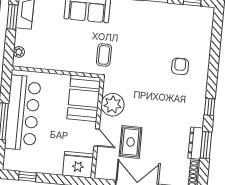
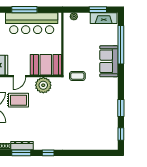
armchair: (180, 66) -> (74, 130), removed

